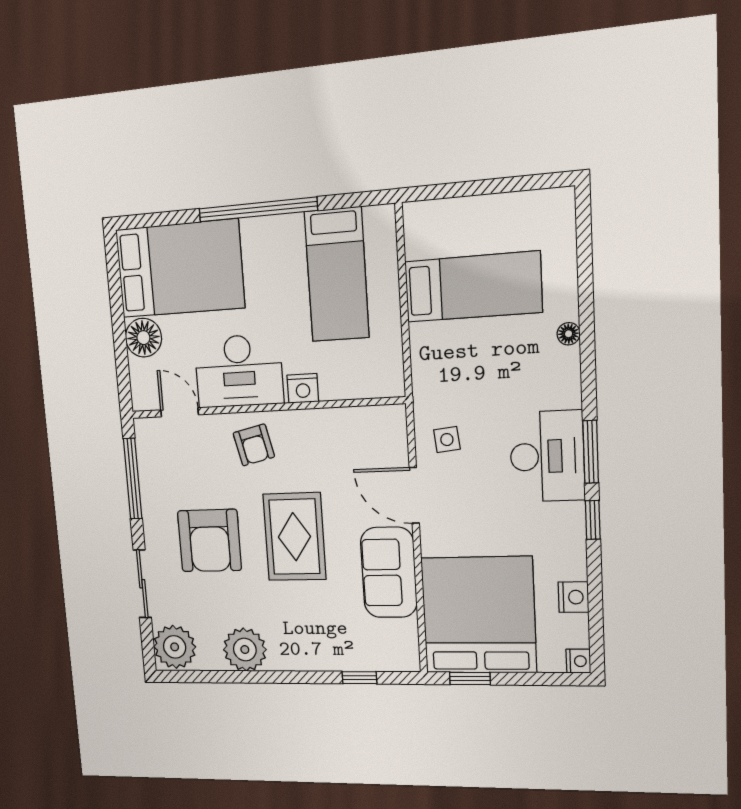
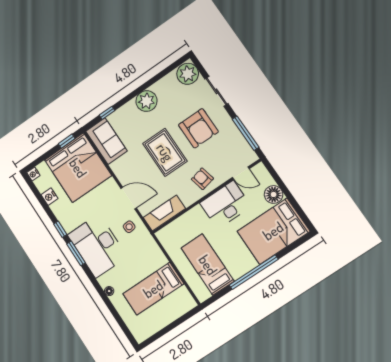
nightstand: (303, 388) -> (196, 213), removed
fireplace: (362, 424) -> (164, 213), added
desk: (547, 456) -> (97, 246), width x1.36, depth x1.30
armchair: (209, 541) -> (198, 128), turned 180
sofa: (389, 572) -> (106, 141), moved
plant: (245, 650) -> (146, 101), moved

